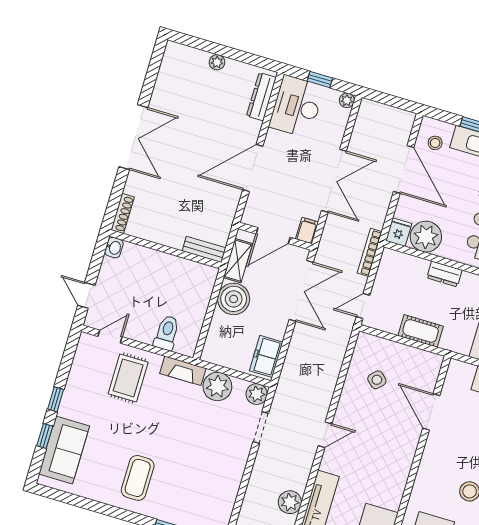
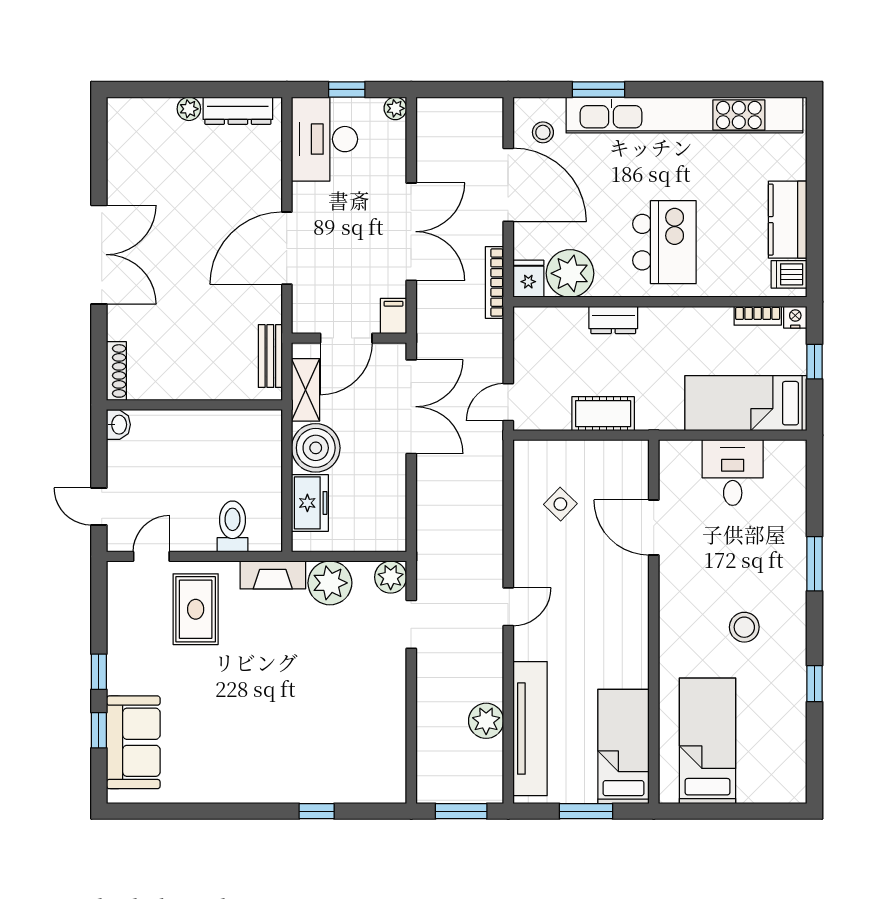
dresser: (261, 97) -> (238, 111), moved, turned -90
bench: (204, 249) -> (270, 356), moved, turned 90
bookcase: (370, 252) -> (495, 283), moved
freezer: (266, 356) -> (310, 503), moved, turned 180
coffee table: (138, 478) -> (253, 751), removed

